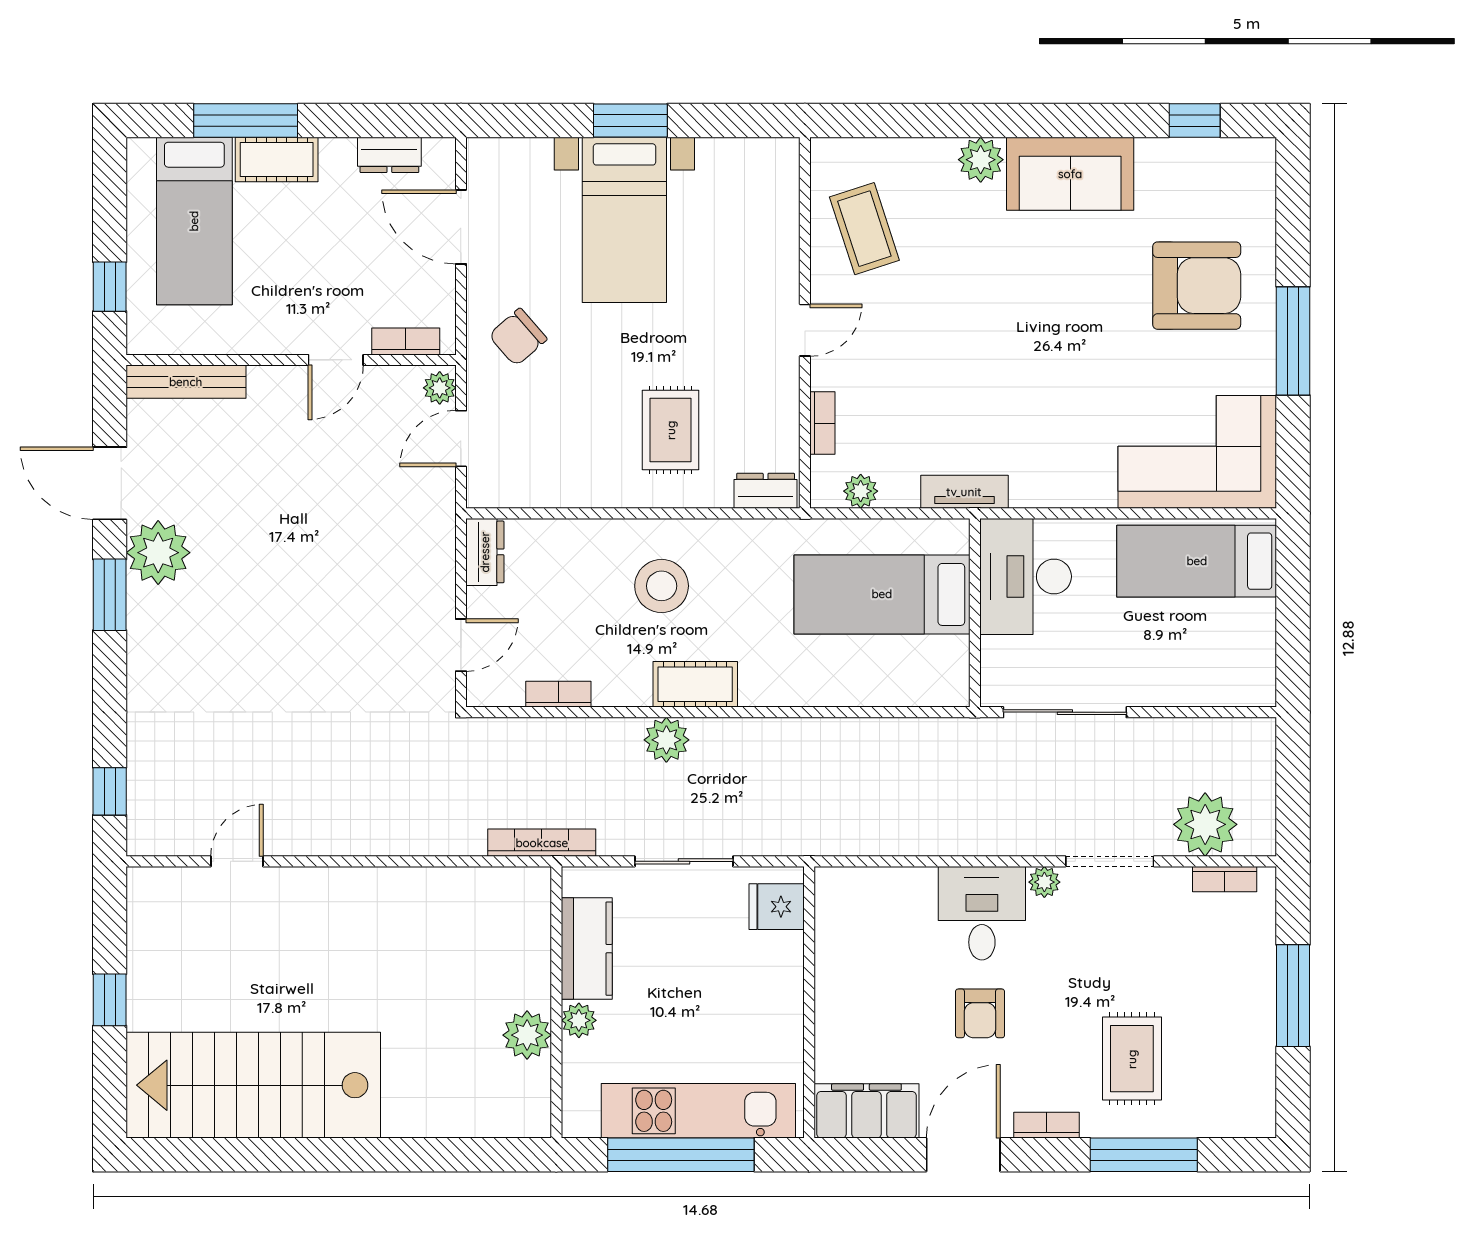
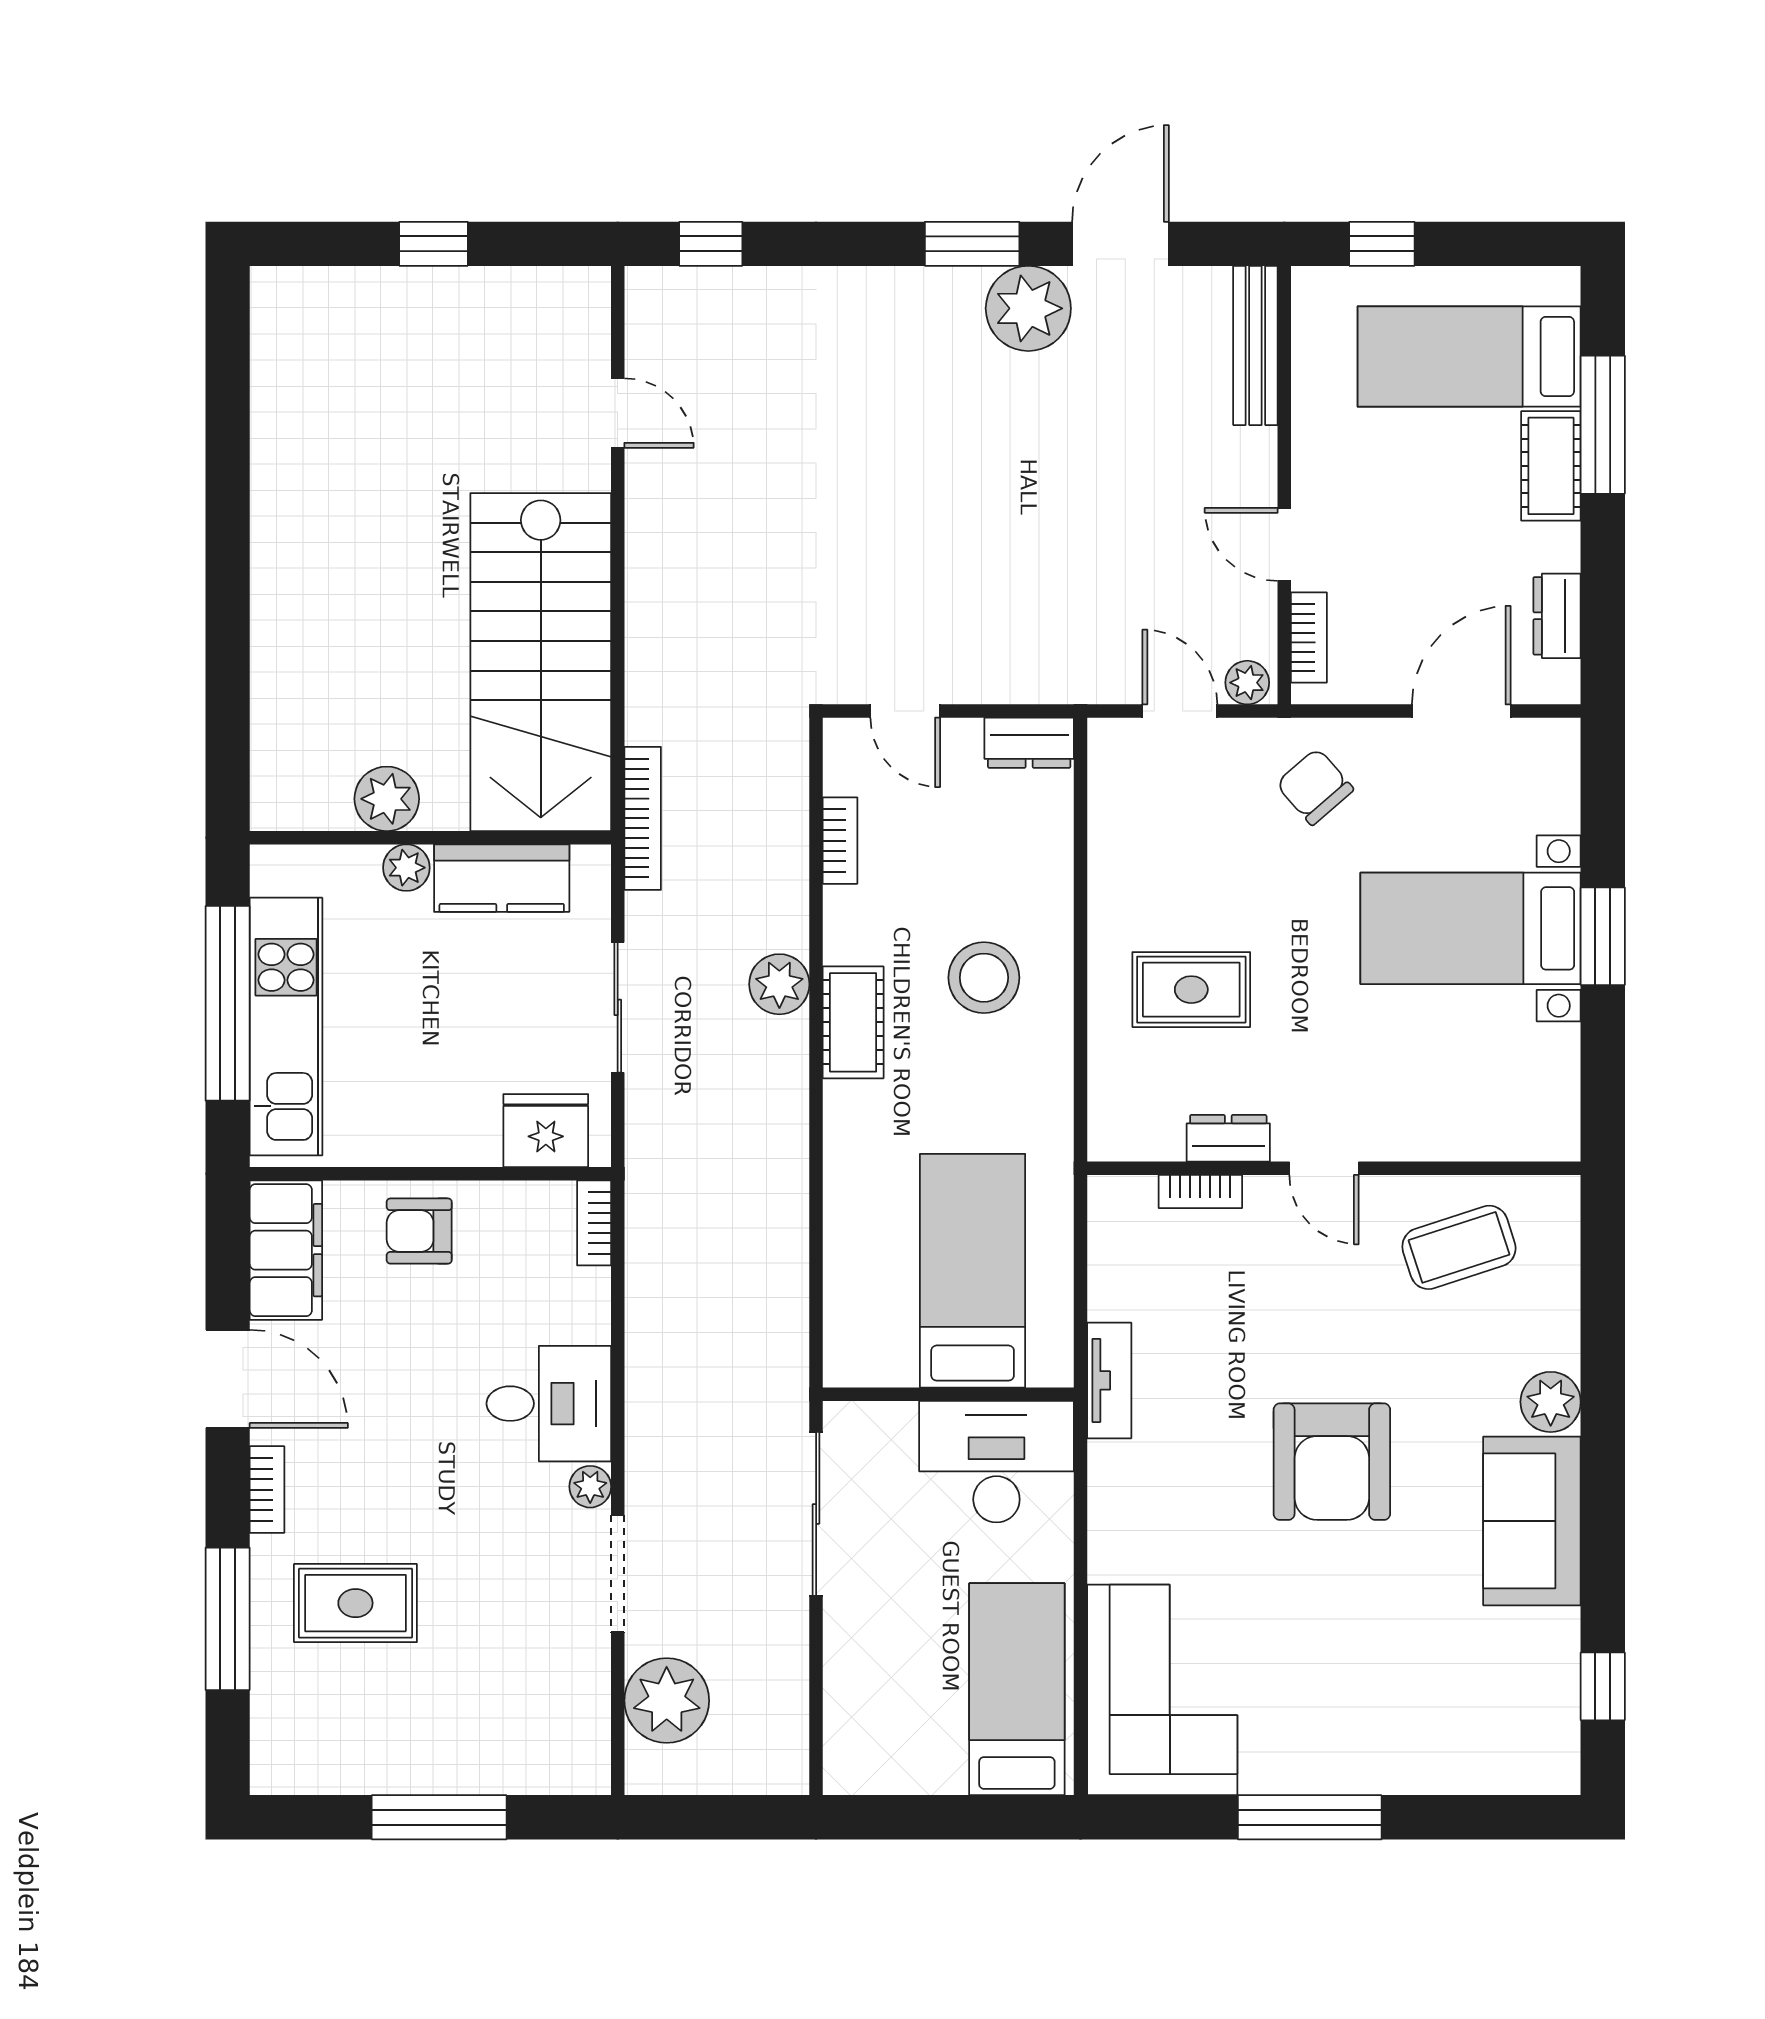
armchair: (1197, 286) -> (1332, 1462), moved
dresser: (766, 491) -> (1228, 1138), moved, turned -90
plant: (861, 491) -> (1110, 1242), removed
bookcase: (1225, 879) -> (594, 1223), moved
fridge: (777, 907) -> (546, 1131), width x1.38
armchair: (980, 1013) -> (419, 1231), moved
stairs: (253, 1085) -> (541, 662), moved, turned 180

